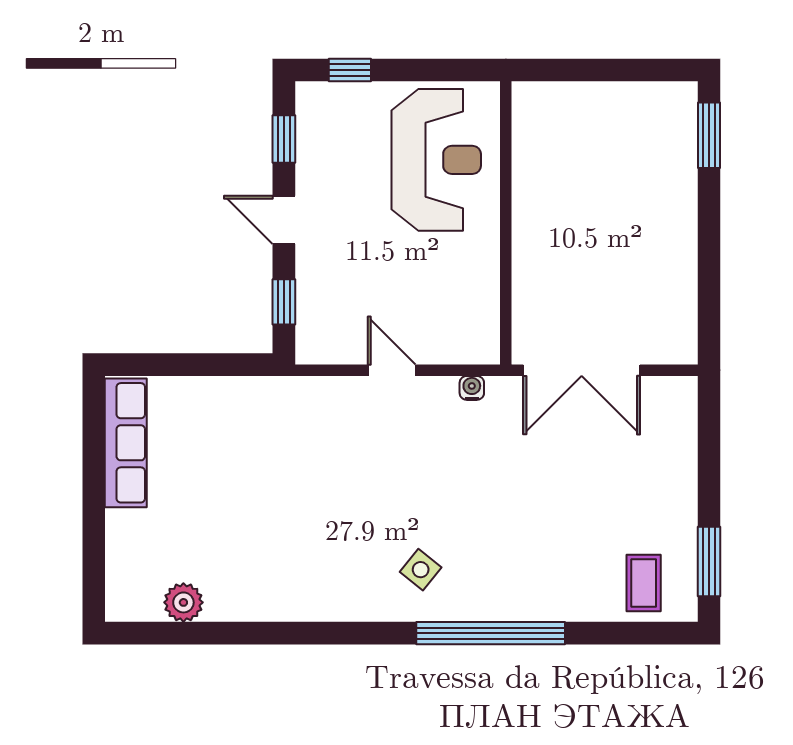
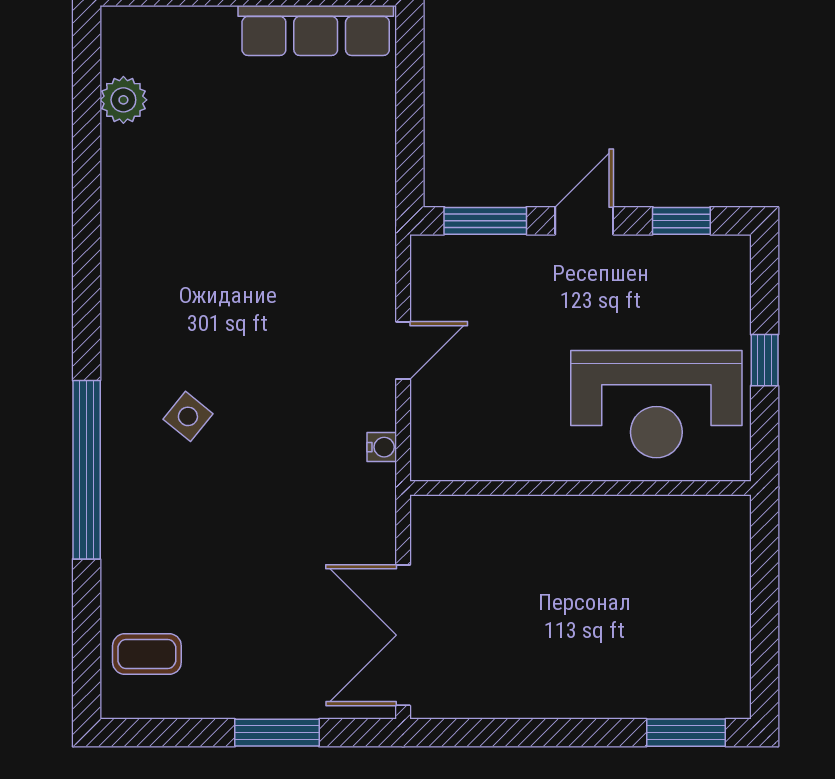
window: (350, 70) -> (765, 360), moved
window: (284, 302) -> (485, 221), width x1.50
double door: (582, 370) -> (403, 635), moved
window: (709, 561) -> (277, 733), moved
side table: (421, 570) -> (188, 416), moved

